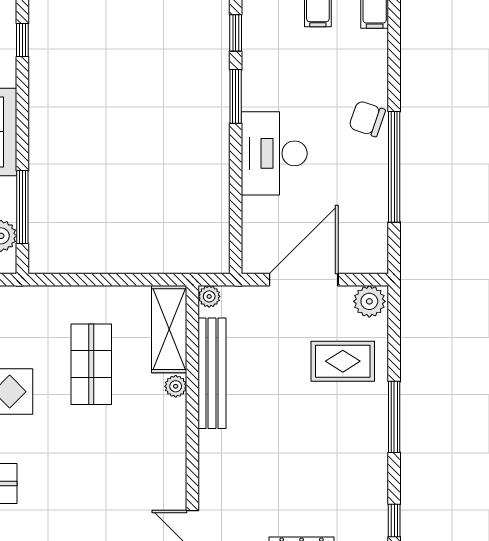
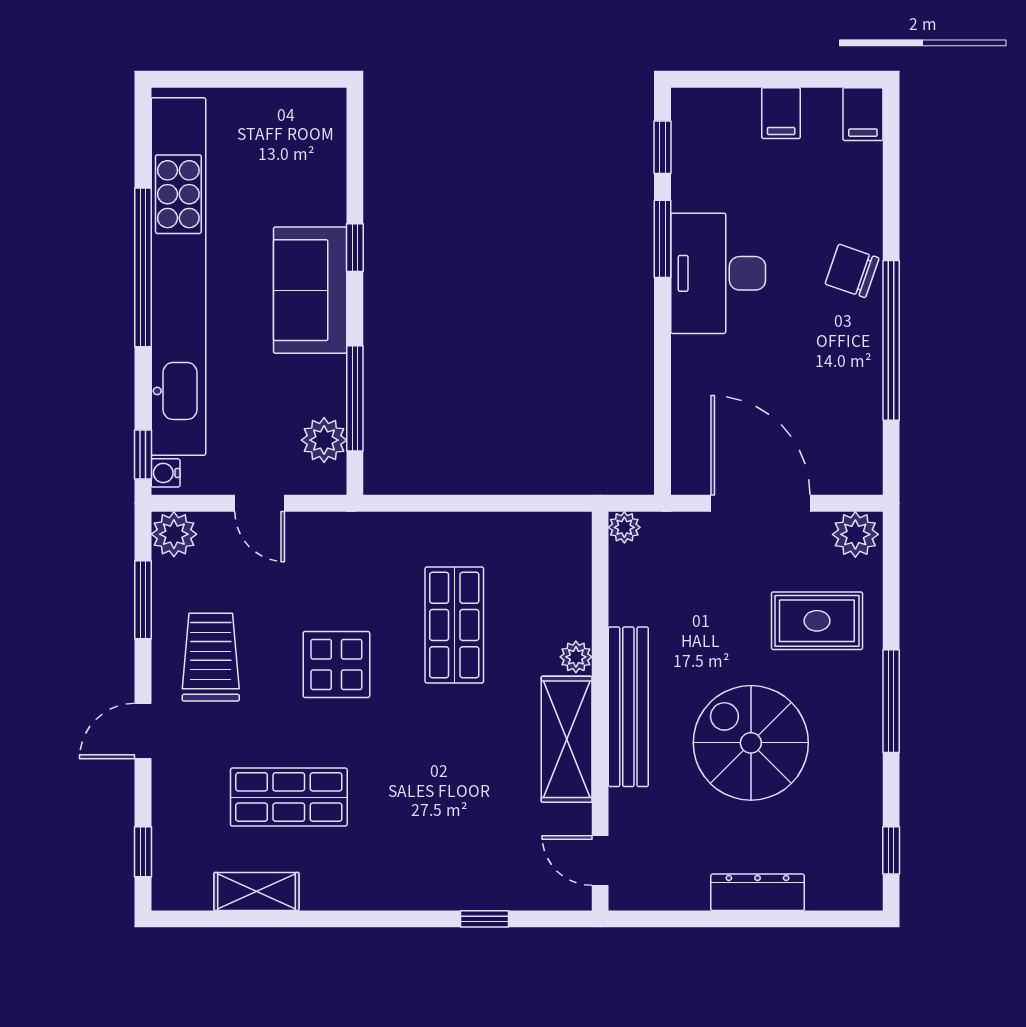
window: (22, 40) -> (355, 248), moved
desk: (274, 153) -> (718, 273), moved
door: (304, 280) -> (761, 503), hinge flipped
shelving: (169, 329) -> (567, 739), moved
bench: (212, 373) -> (628, 707), moved
spiral stairs: (297, 446) -> (751, 743), added

